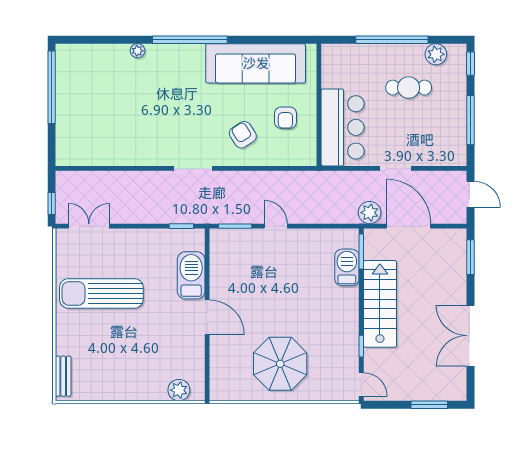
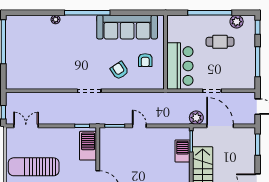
barbecue: (191, 275) -> (88, 146), moved

